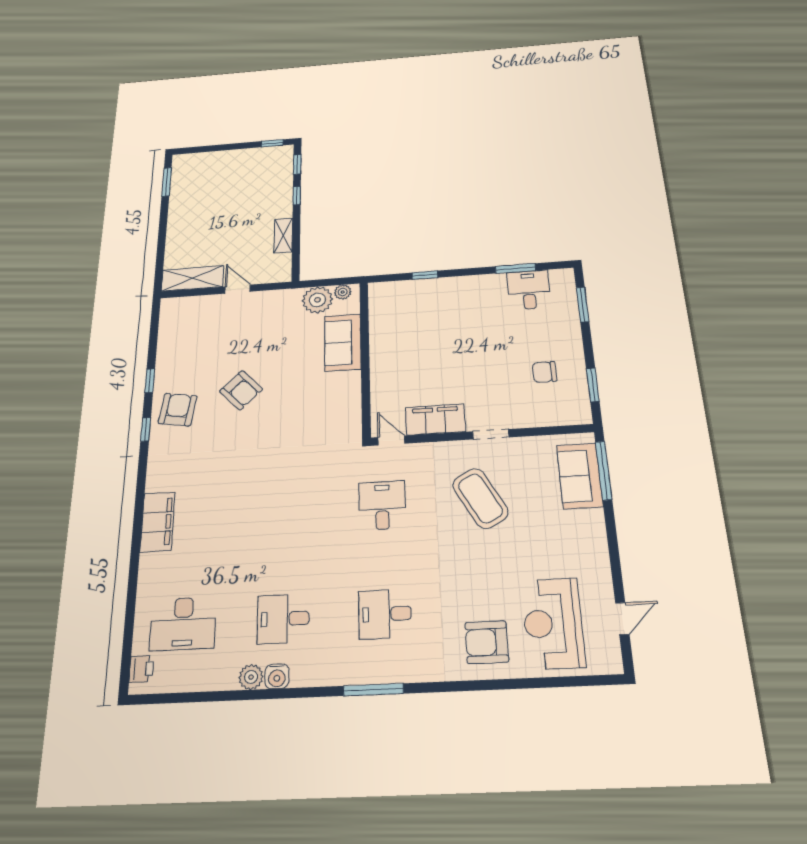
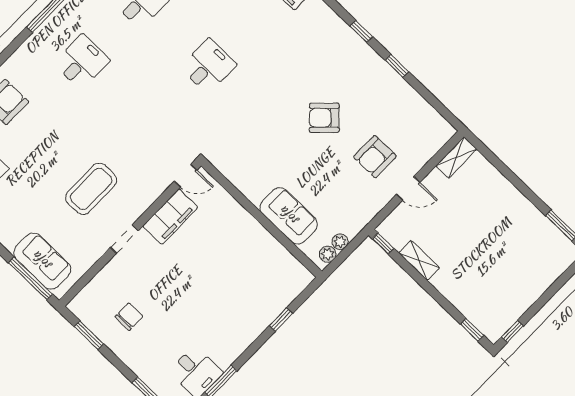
window: (297, 196) -> (383, 243), moved
shelving: (193, 278) -> (456, 157), width x0.67, depth x0.75
plant: (317, 300) -> (340, 242), width x0.53, depth x0.53
armchair: (178, 410) -> (375, 157), moved, turned 81
coffee table: (480, 498) -> (91, 189), turned -61
desk: (382, 505) -> (208, 66), moved, turned -90

